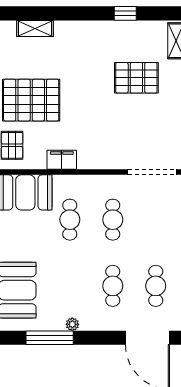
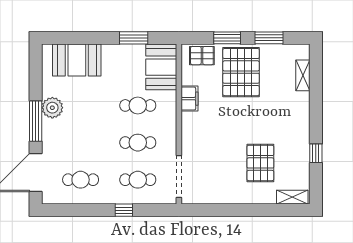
cafe table: (113, 286) -> (138, 180), moved
plant: (72, 324) -> (52, 108), width x1.88, depth x1.88
window: (50, 338) -> (36, 121), moved

